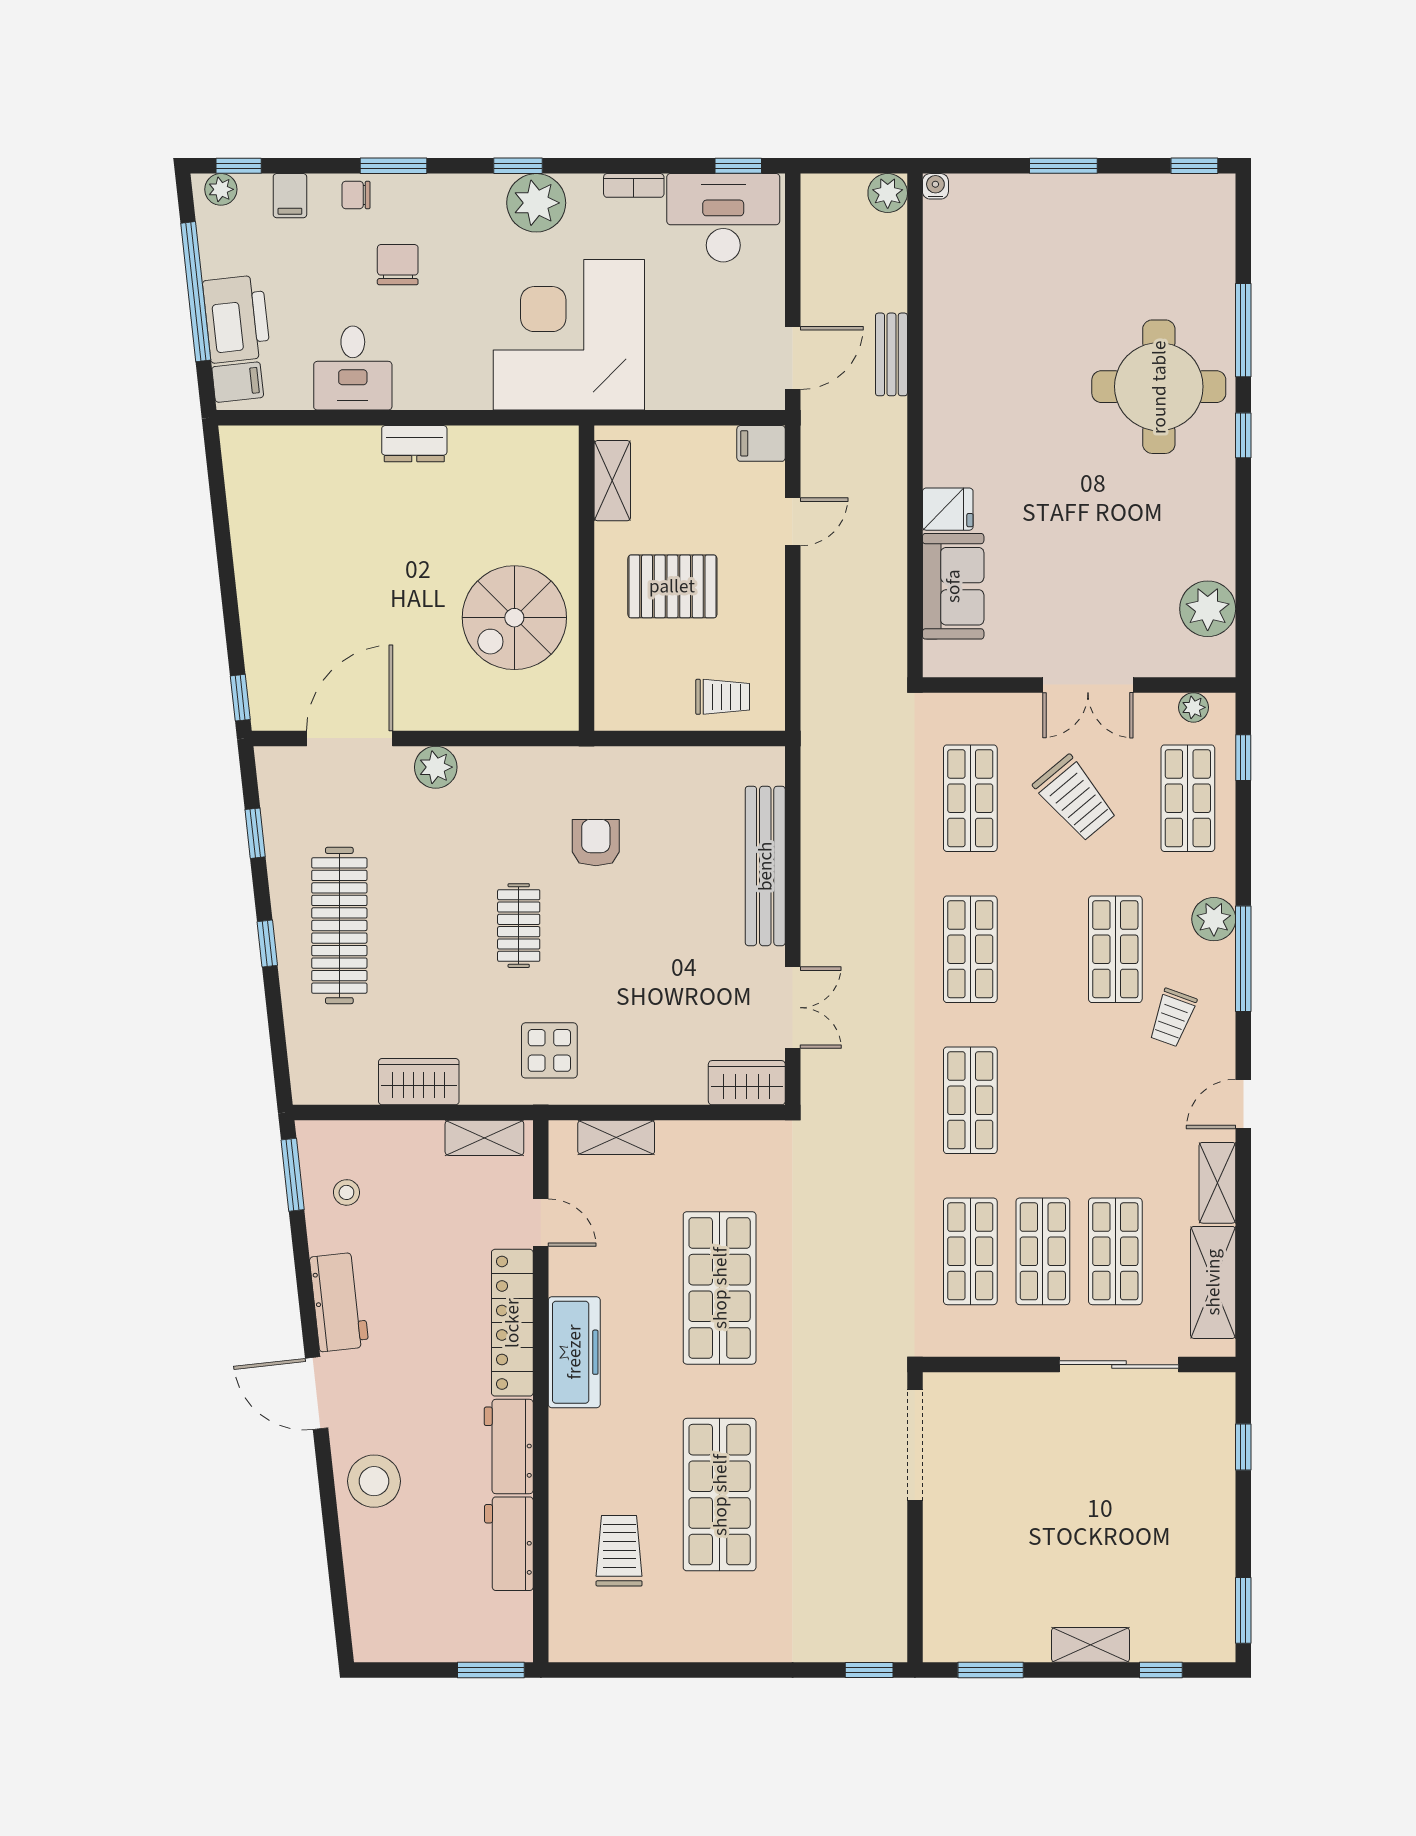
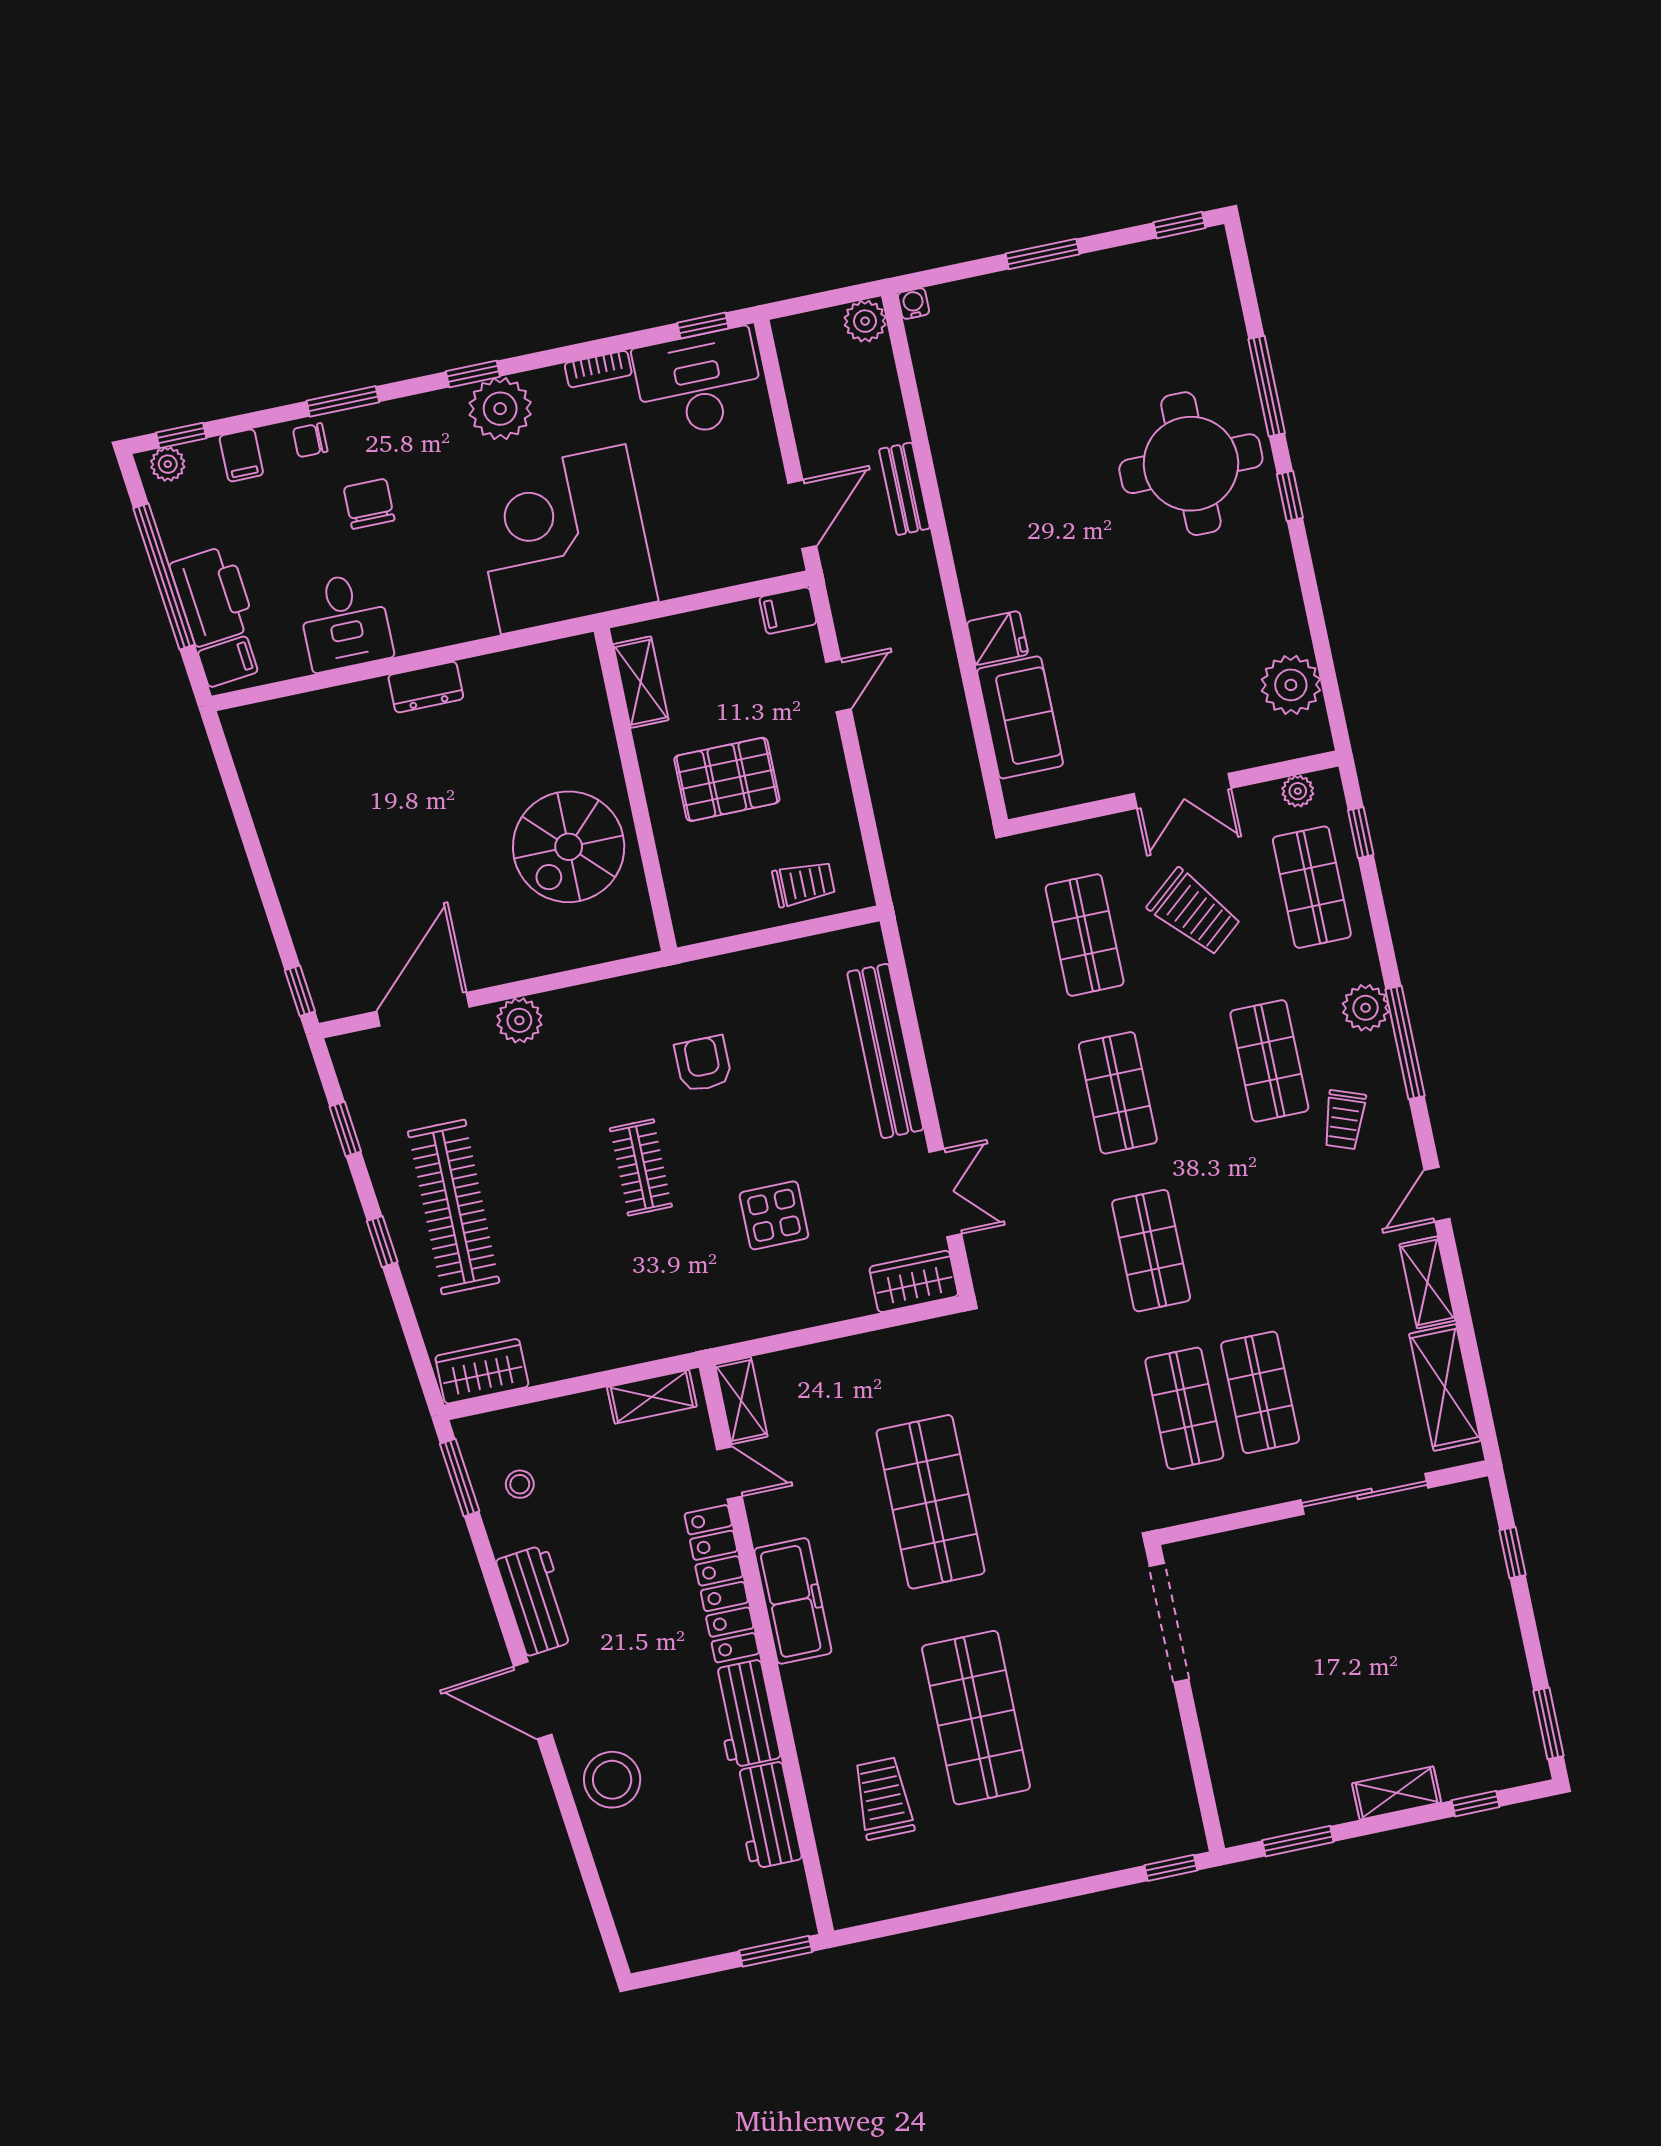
display table: (549, 1050) -> (774, 1215), moved
wardrobe: (419, 1082) -> (482, 1371), moved
shelving: (616, 1137) -> (741, 1400), moved, turned 90
shop shelf: (1115, 1251) -> (1336, 1376), removed

